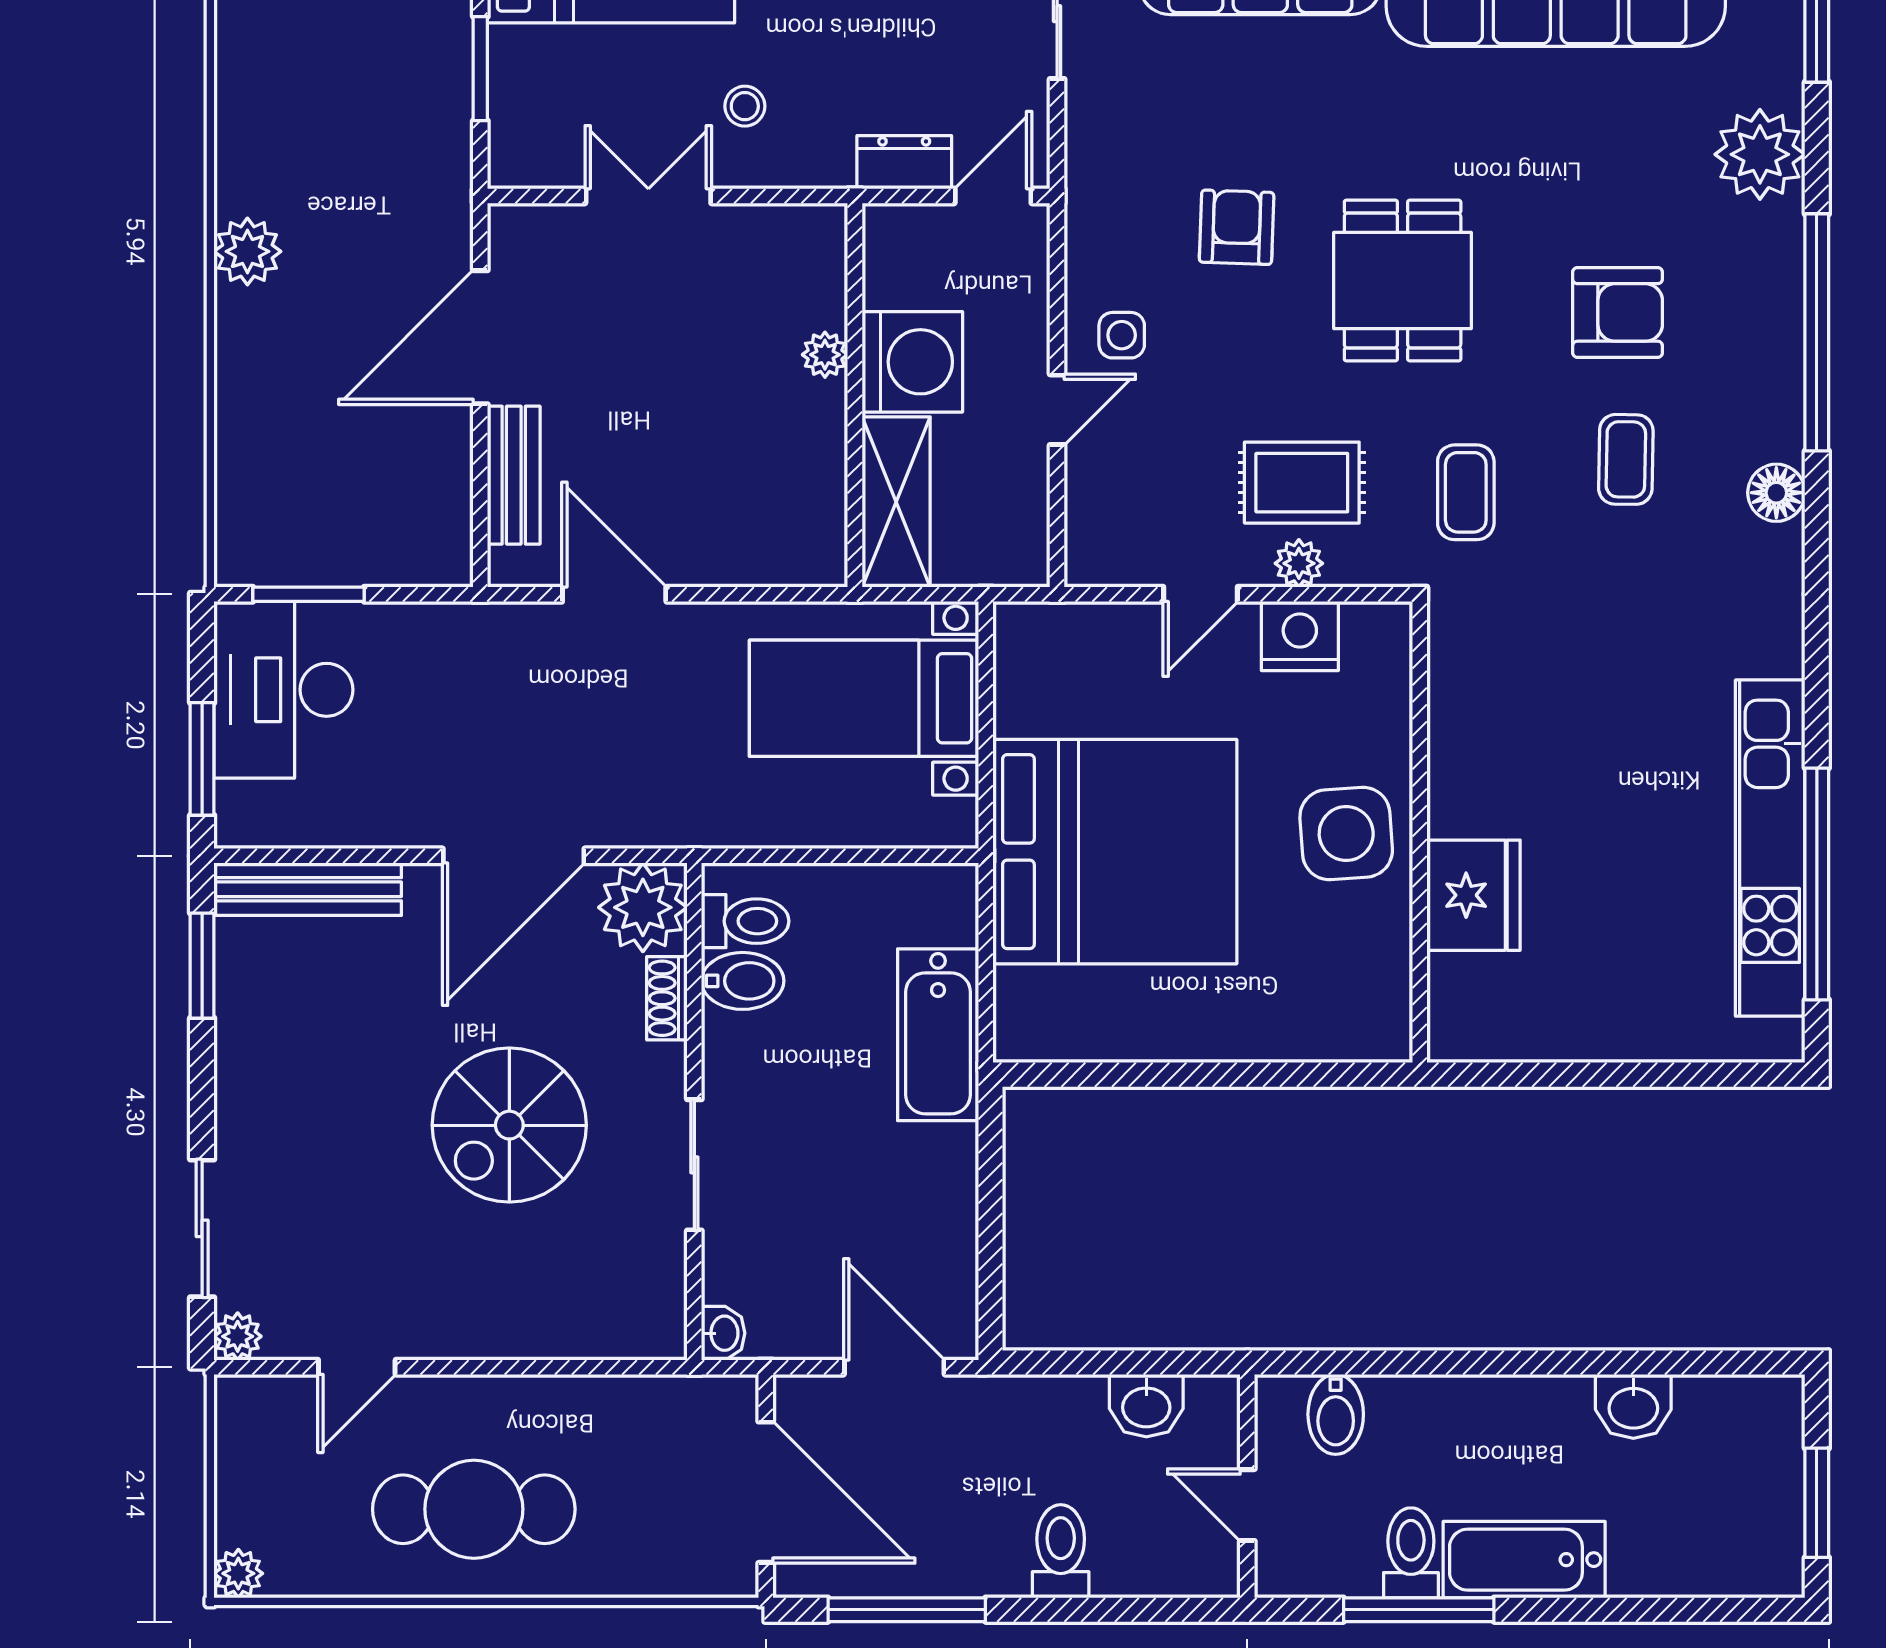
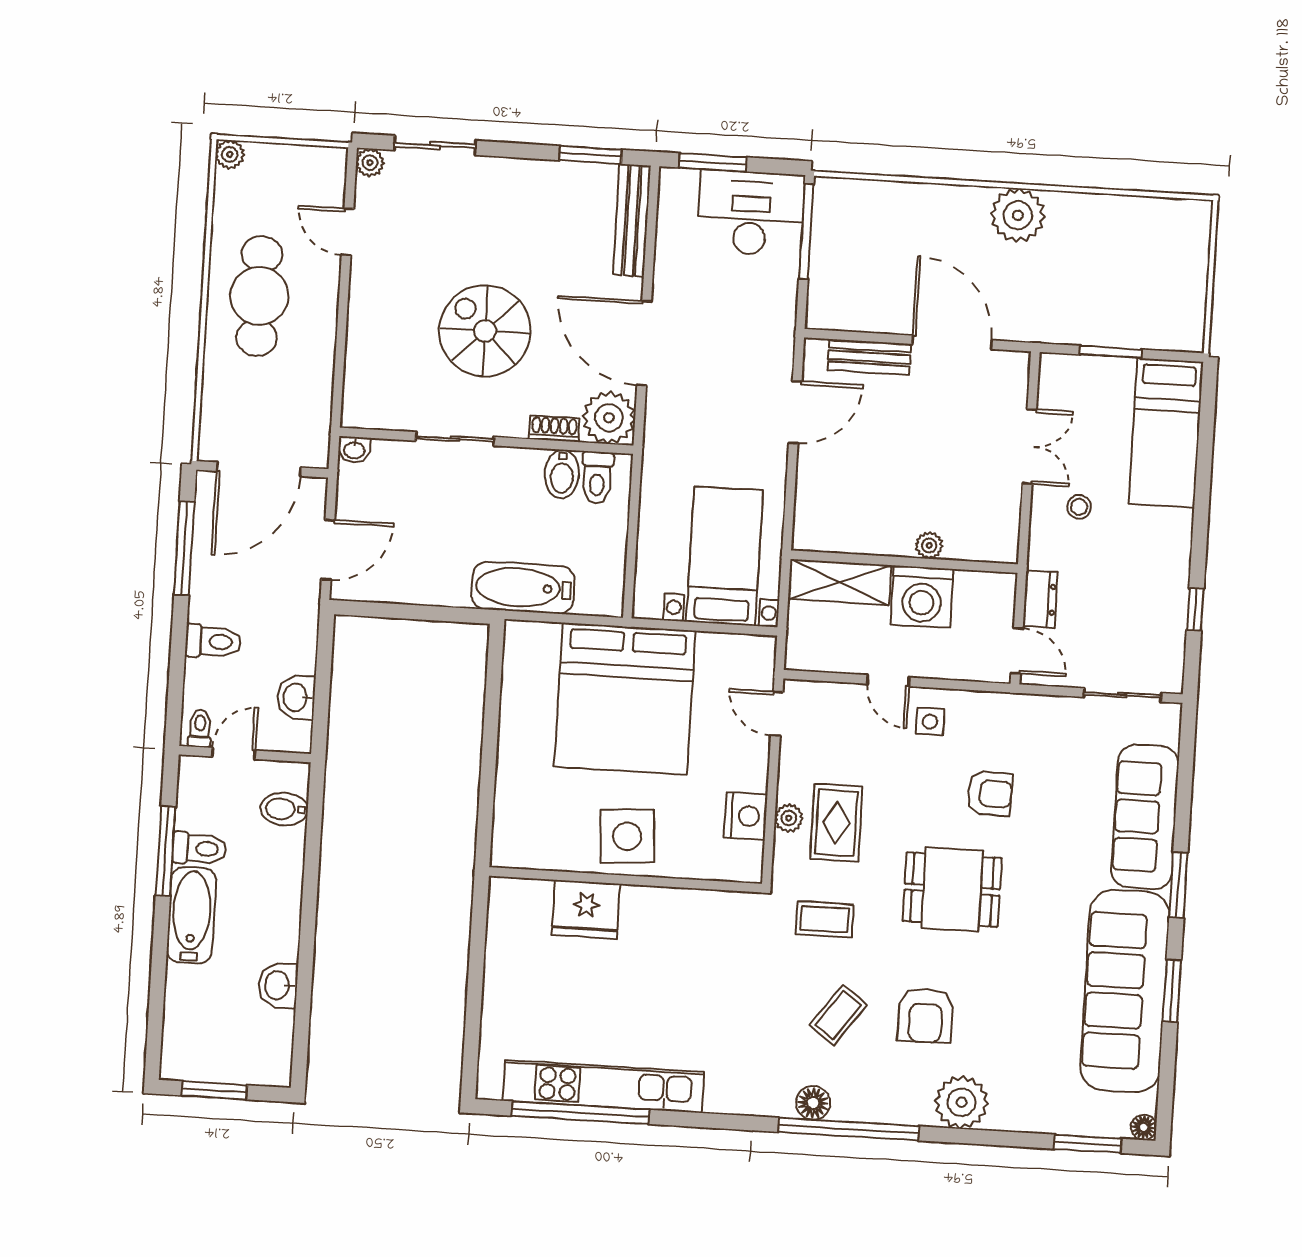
plant: (1760, 154) -> (962, 1102), moved
plant: (247, 251) -> (1018, 215), width x1.36, depth x1.36
window: (1817, 332) -> (849, 1129), moved
coffee table: (1626, 459) -> (838, 1015), turned -55
window: (308, 594) -> (806, 231), width x1.44
door: (1200, 594) -> (777, 714), moved
toilet: (1208, 1565) -> (200, 728), added

